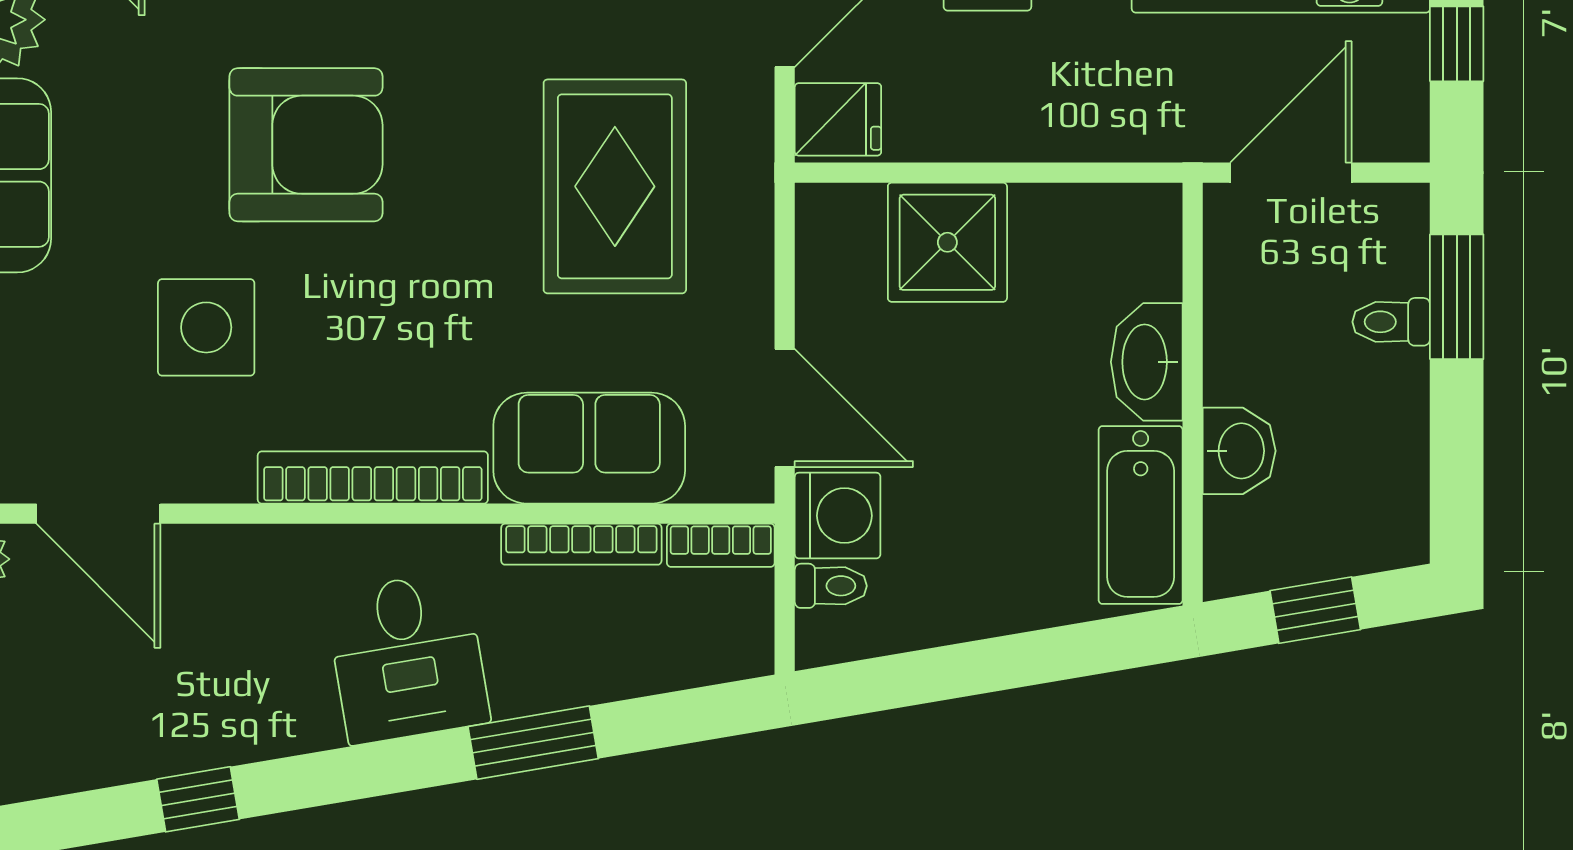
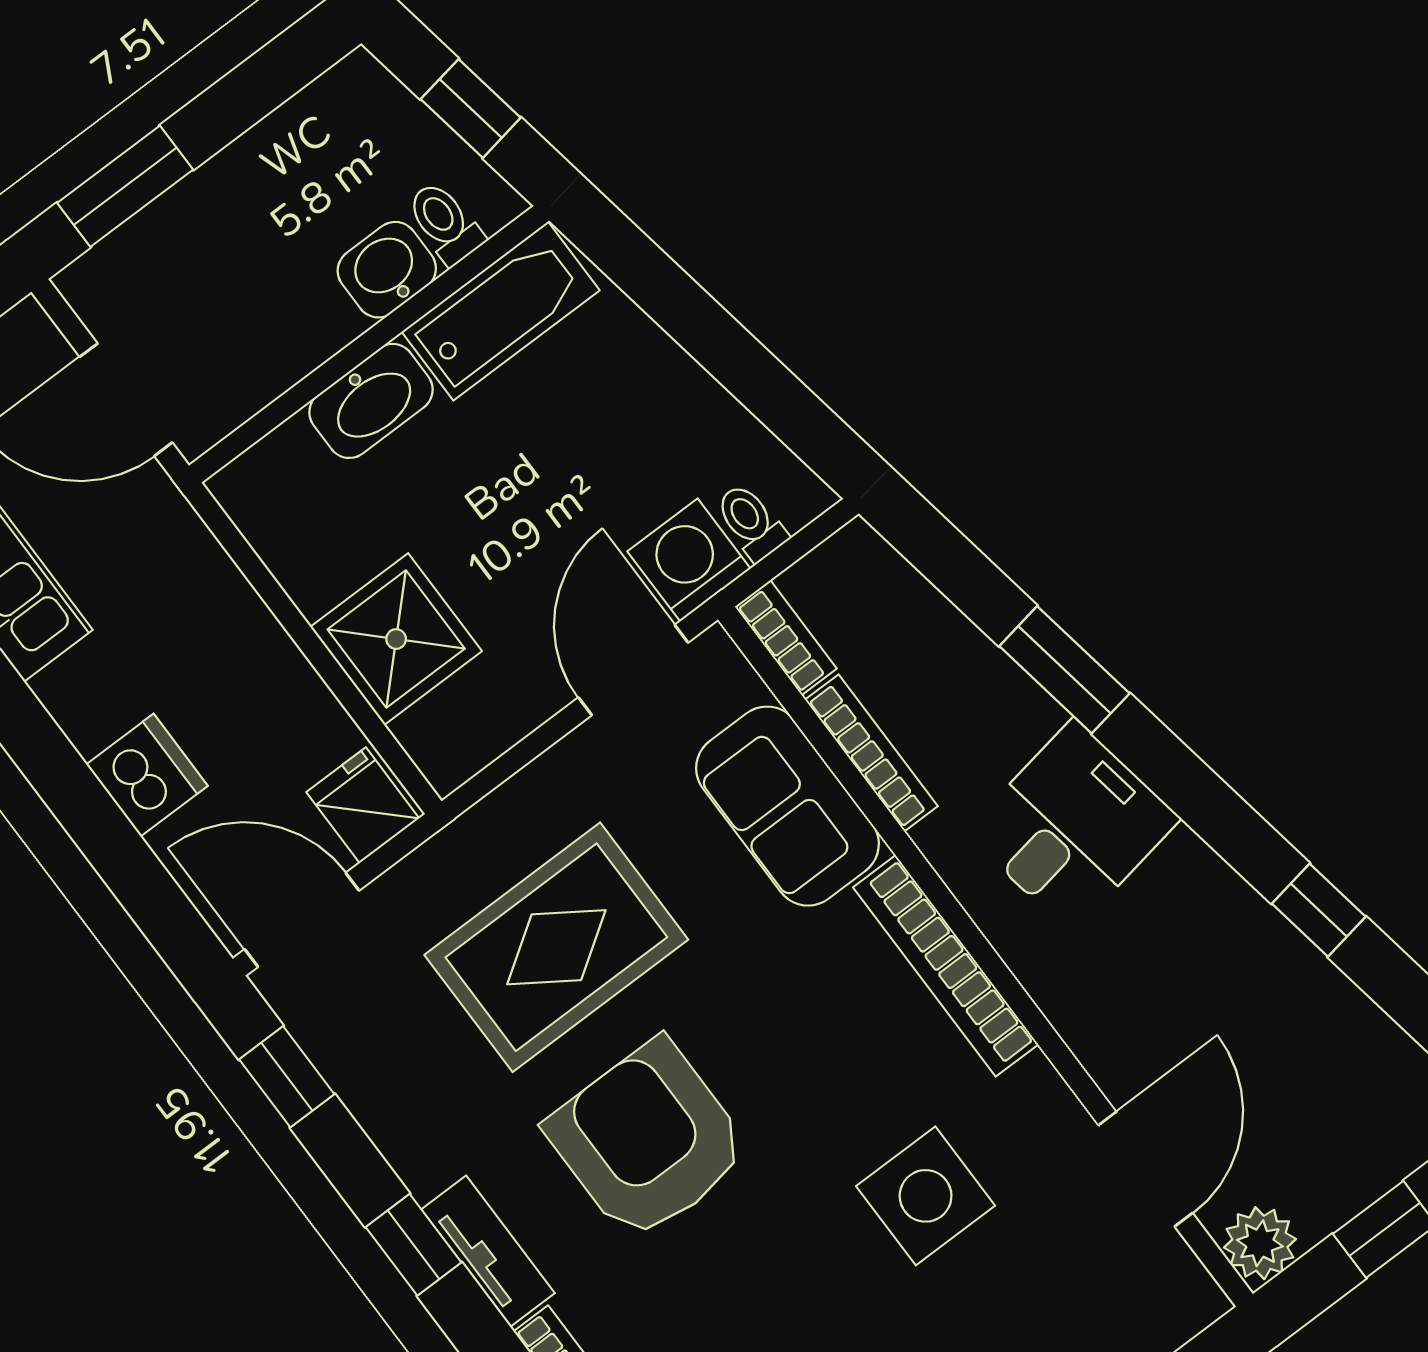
armchair: (306, 145) -> (648, 1141), moved
toilet: (1391, 322) -> (445, 223), moved, turned 180

